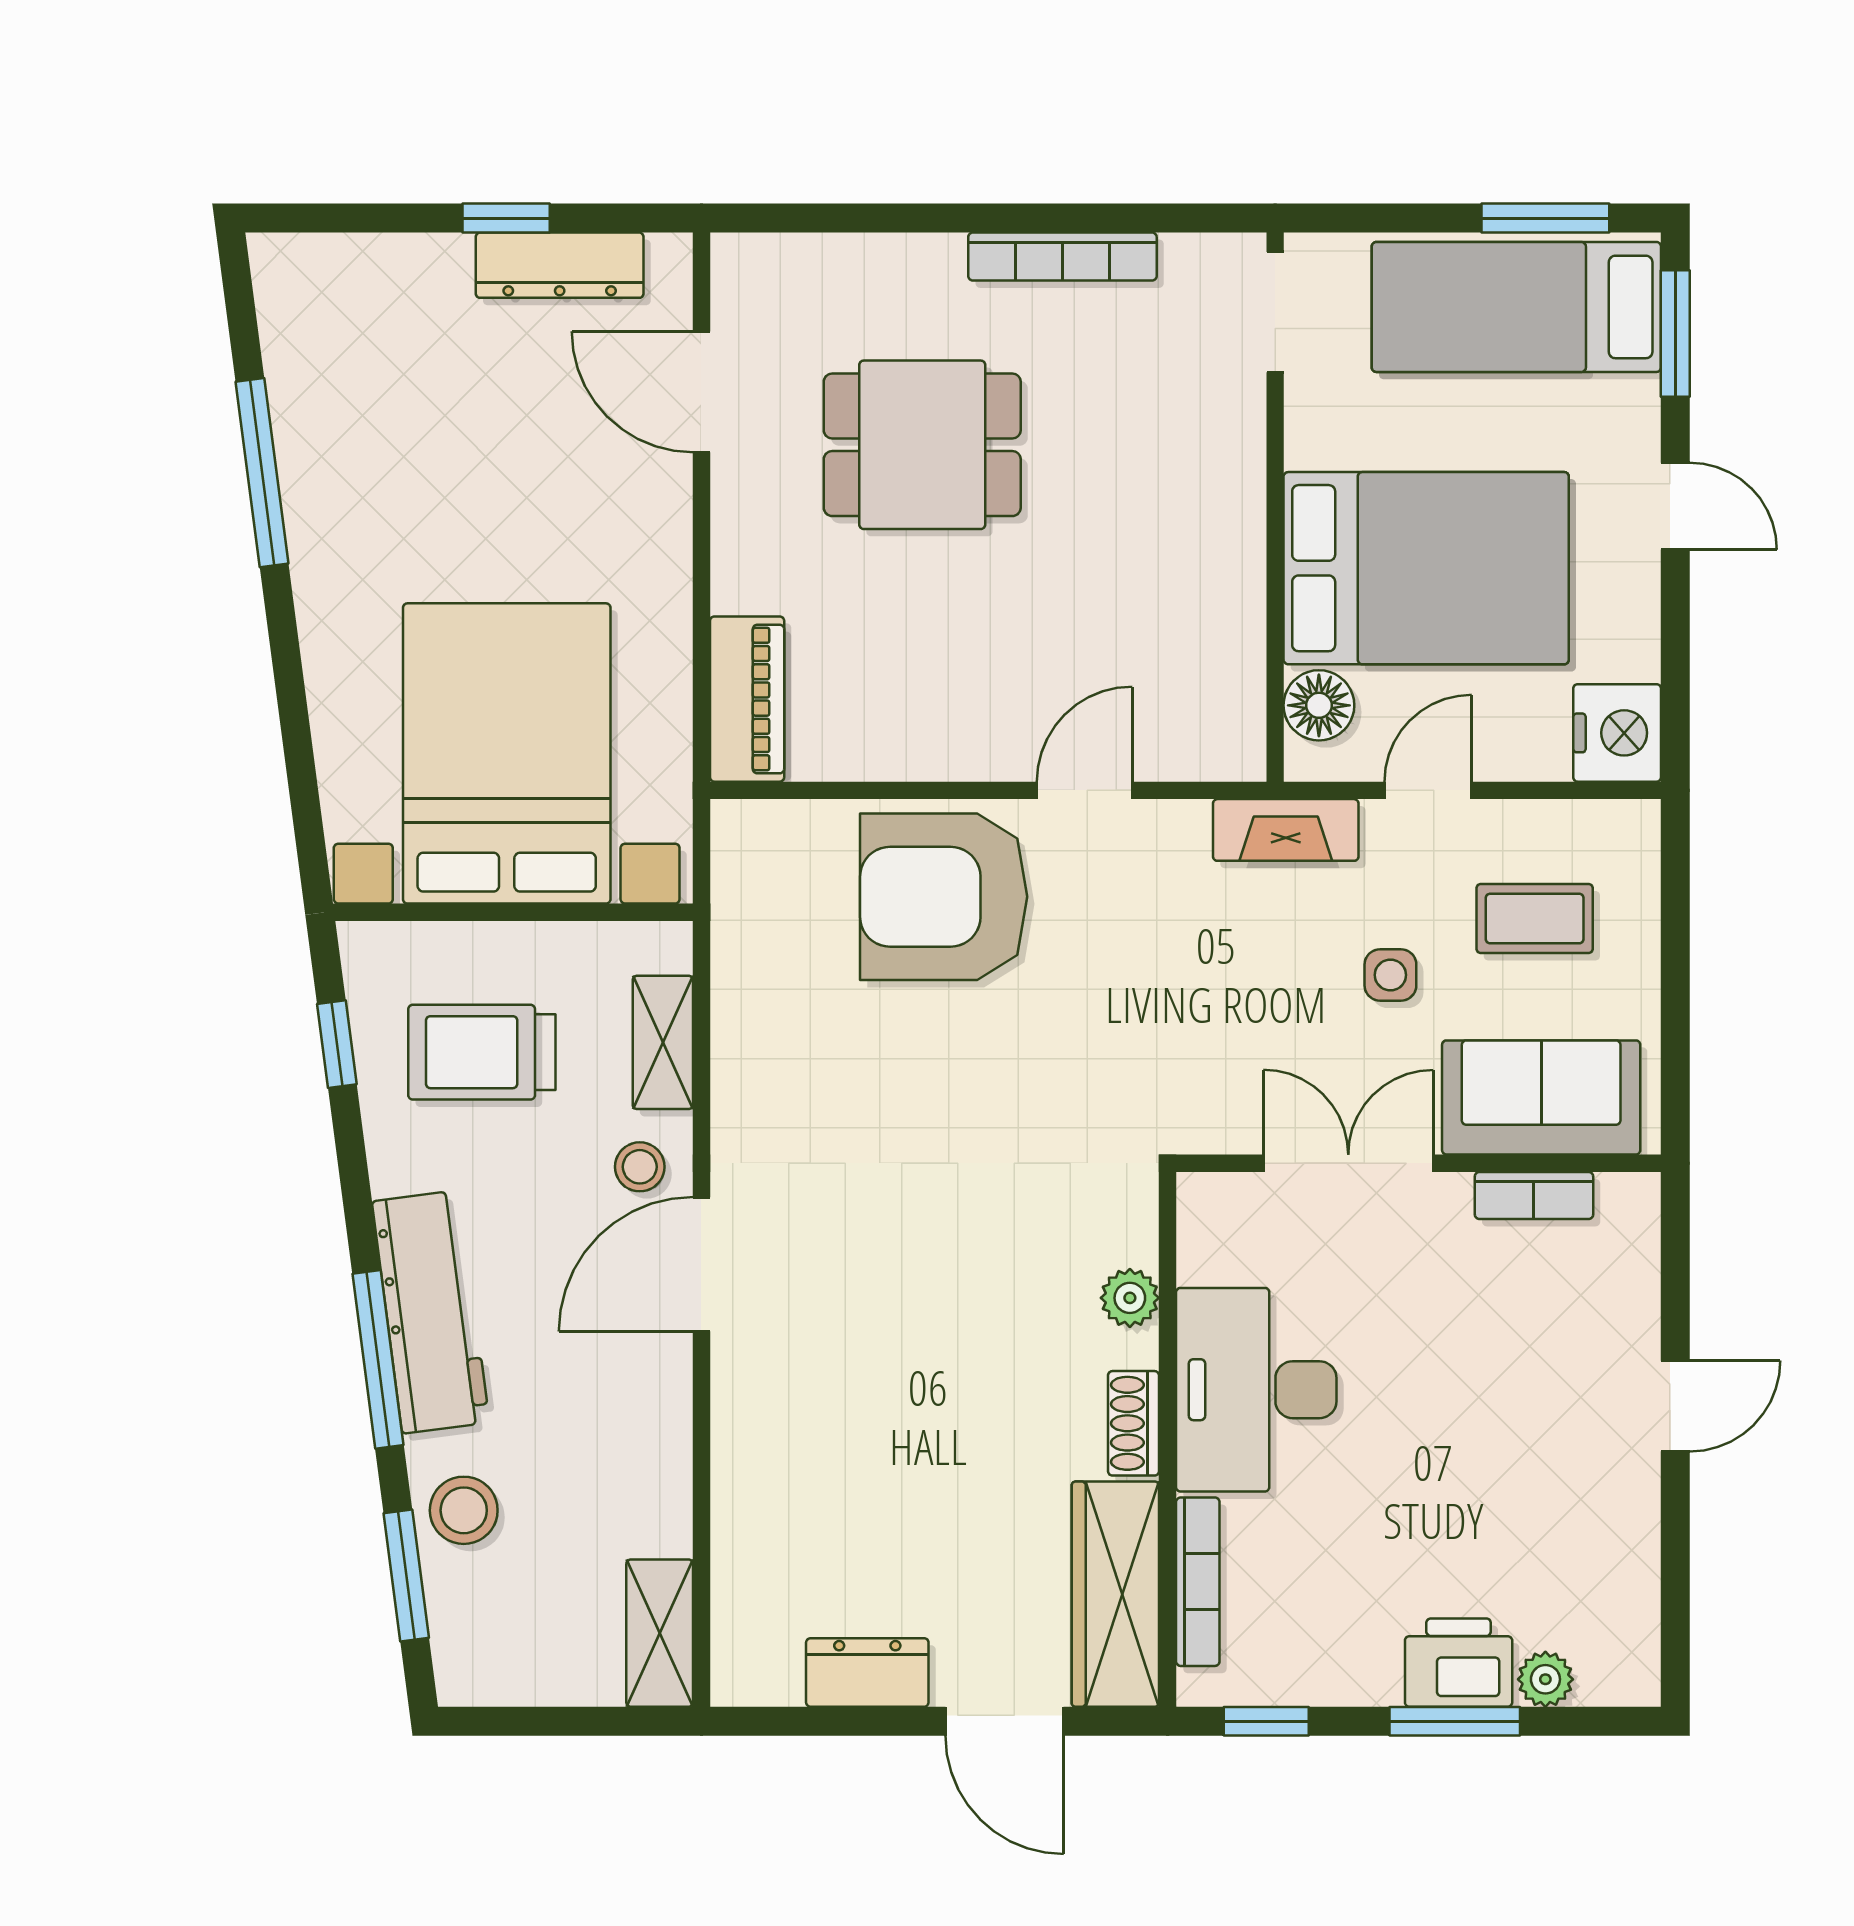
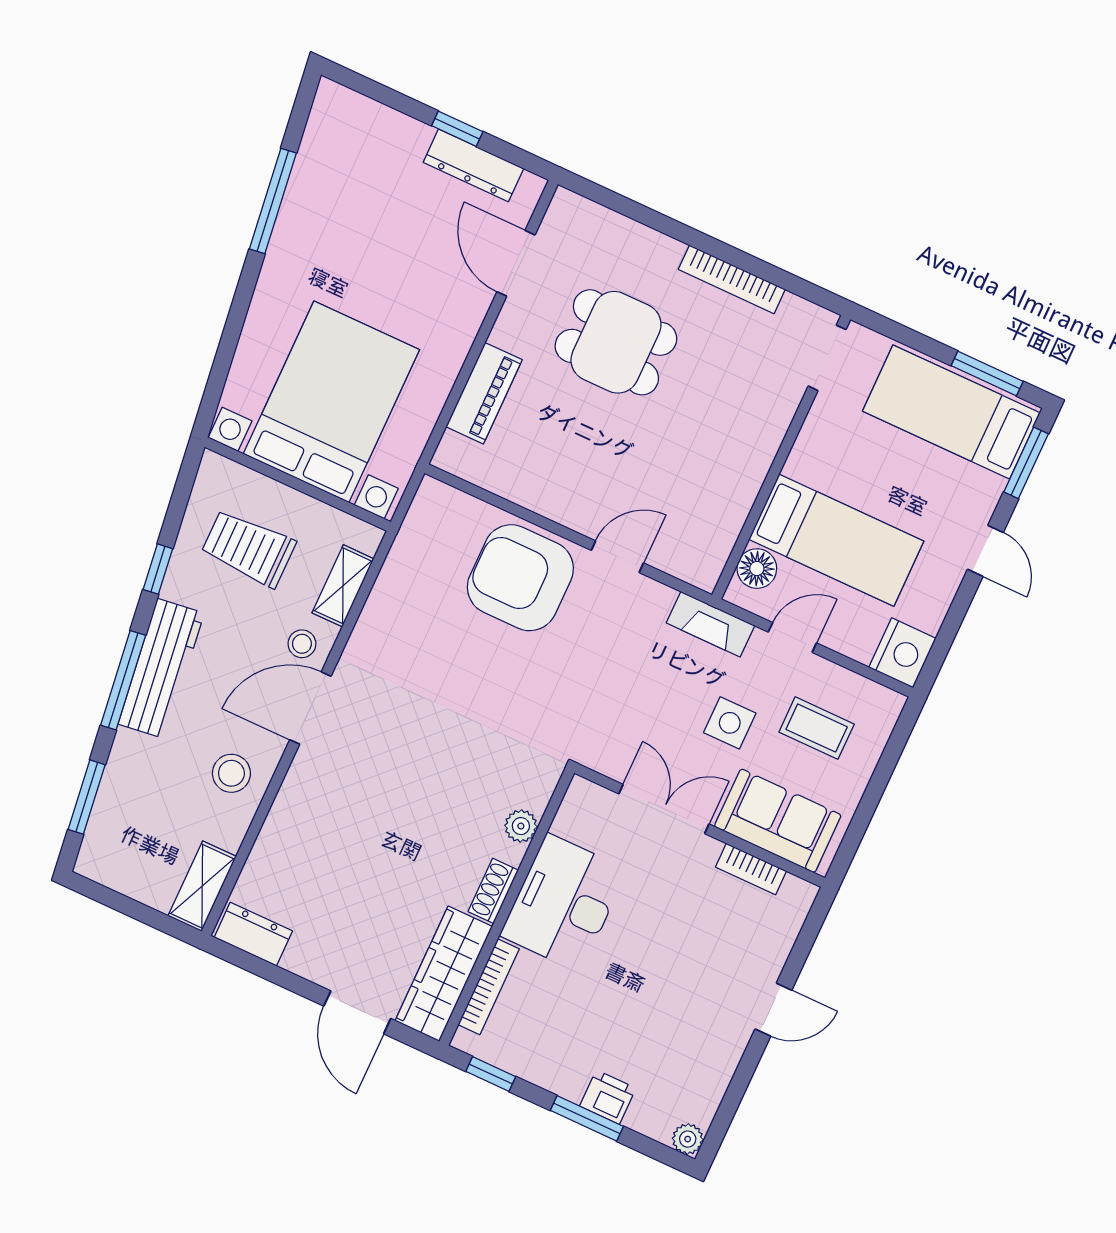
bed: (1426, 568) -> (836, 540), width x0.67
piano: (747, 699) -> (484, 393), moved
side table: (1390, 975) -> (730, 723), width x1.37, depth x1.37
window: (337, 1044) -> (158, 569), moved
stool: (464, 1510) -> (231, 773), moved
printer: (1459, 1663) -> (608, 1097), width x0.73, depth x0.81
dresser: (867, 1672) -> (253, 934), moved
plant: (1545, 1679) -> (688, 1139), moved

